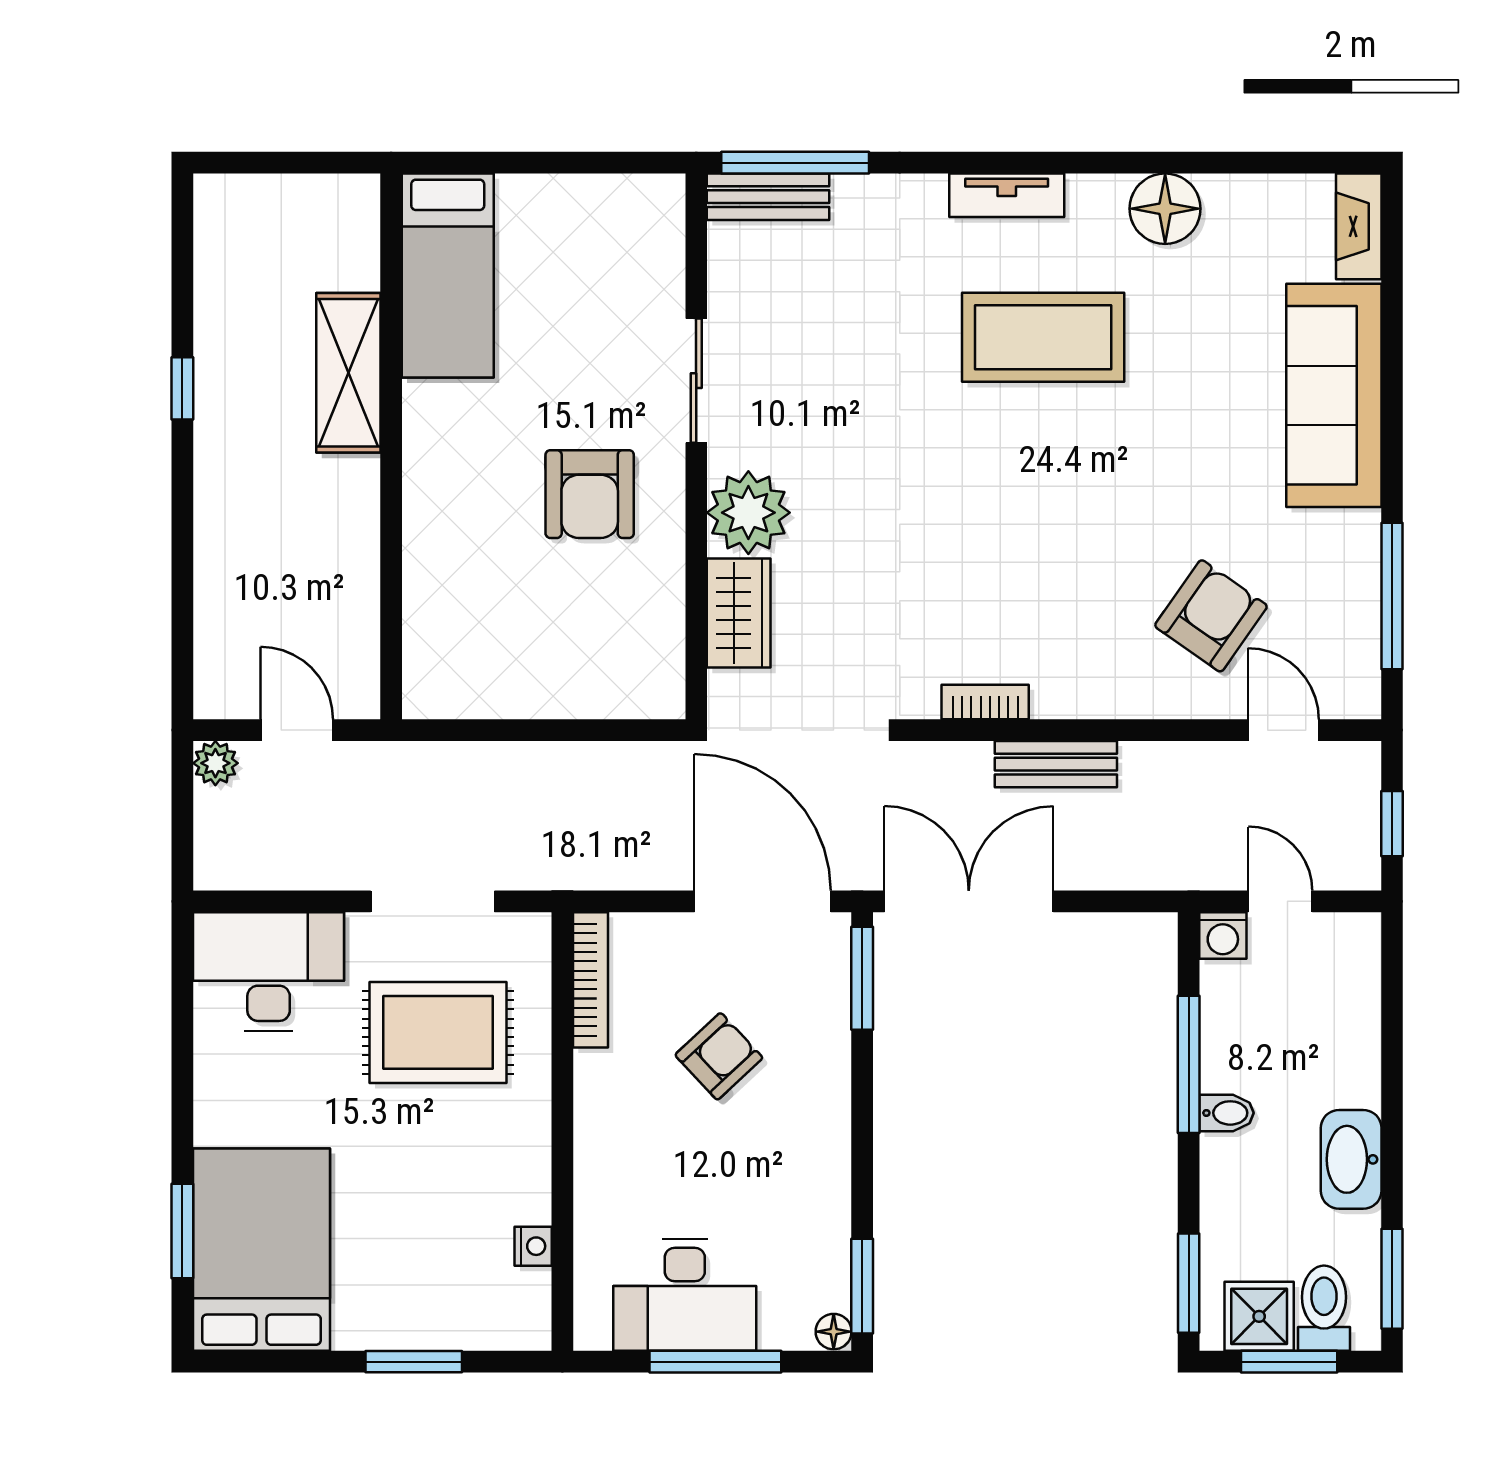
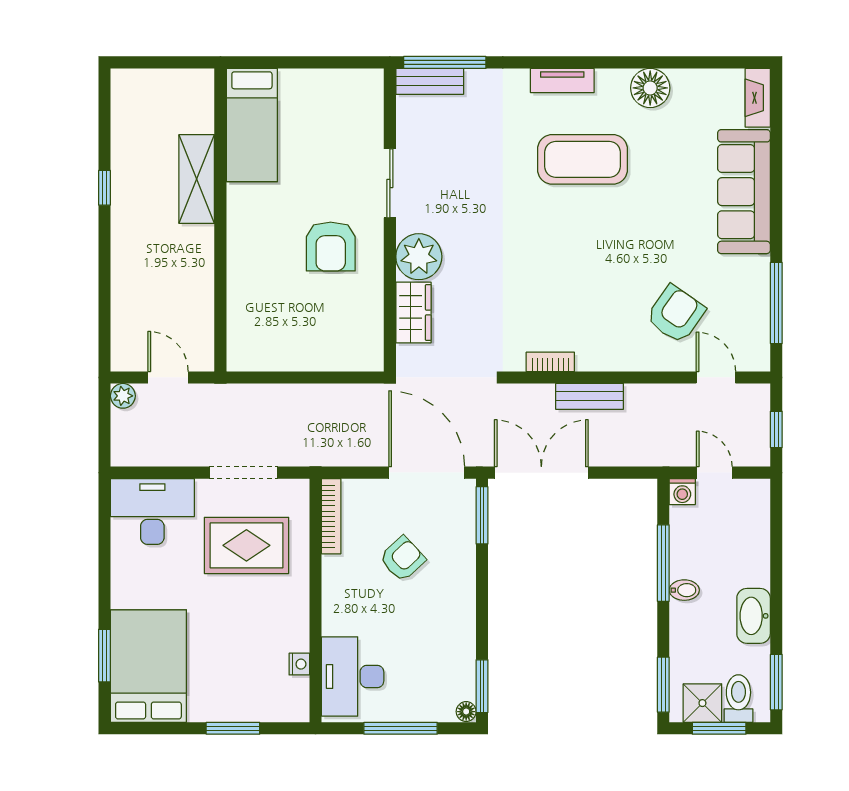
desk: (685, 1295) -> (353, 676), moved, turned 90

